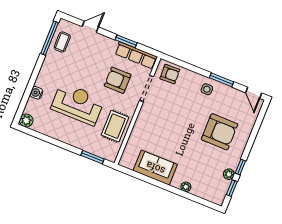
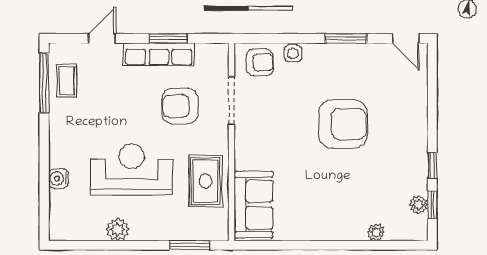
row of seats: (136, 55) -> (159, 54), moved
side table: (207, 89) -> (293, 53), moved
plant: (26, 120) -> (118, 229), moved
armchair: (220, 132) -> (343, 124), moved
sofa: (155, 168) -> (254, 205), moved, turned 90
plant: (229, 174) -> (419, 205), moved
plant: (186, 187) -> (376, 232), moved

